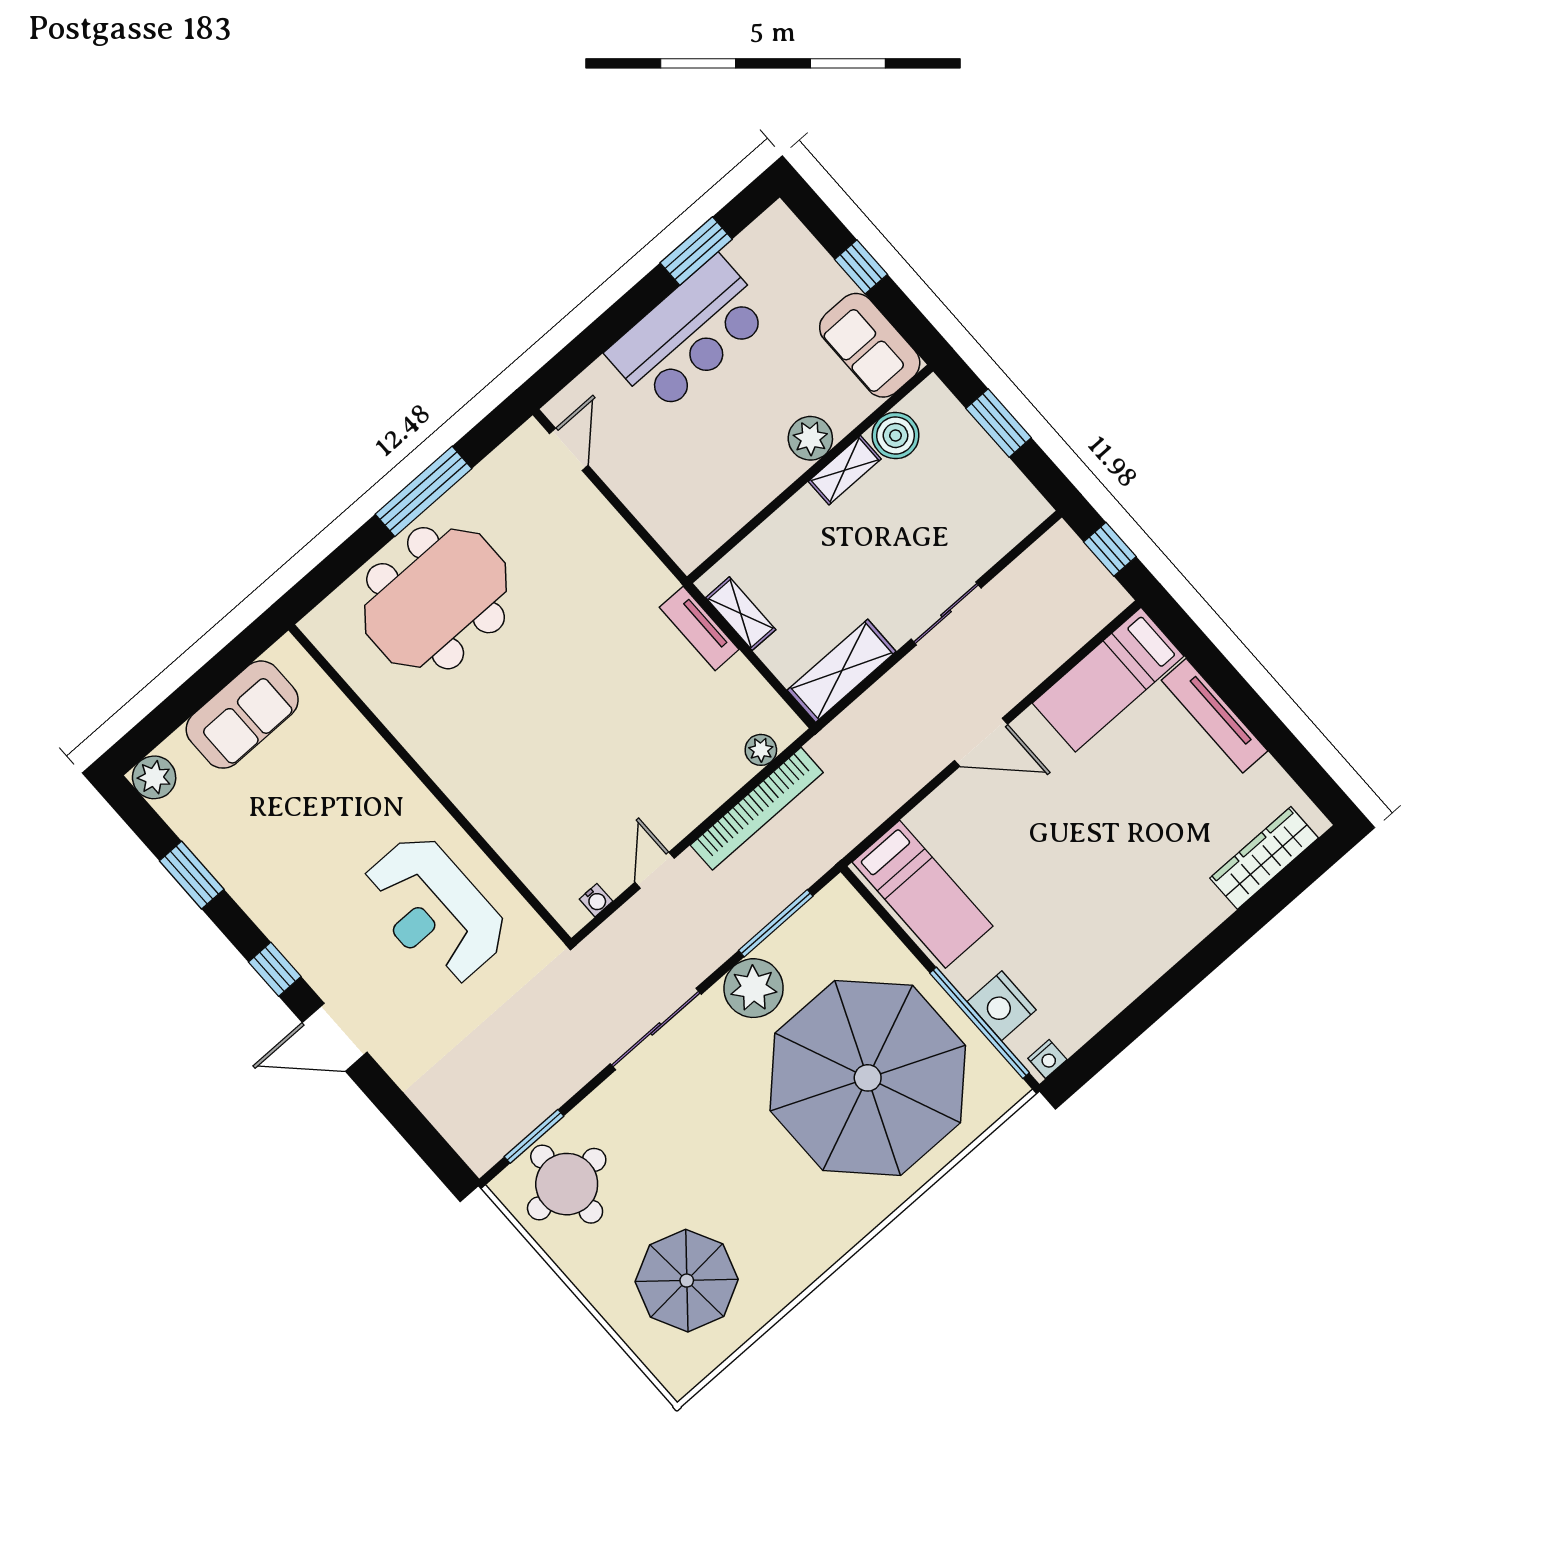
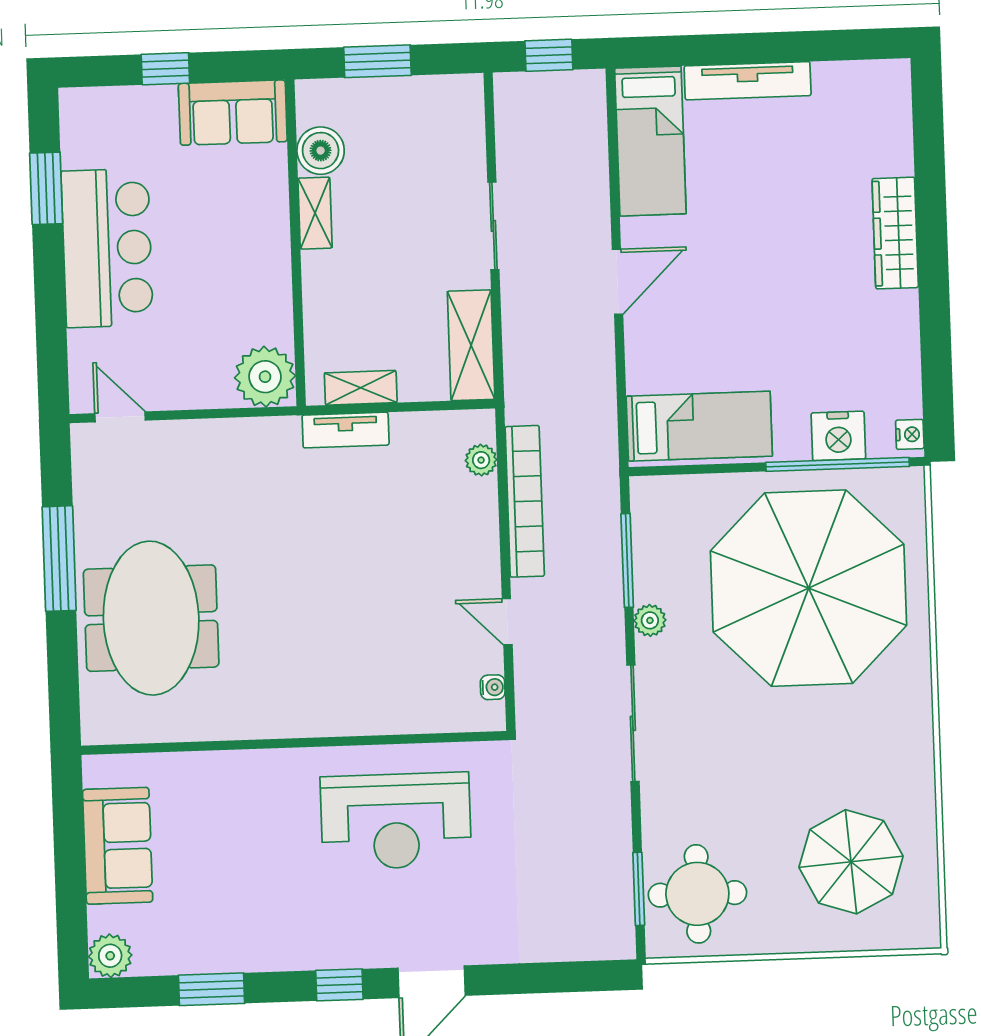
plant: (810, 438) -> (265, 377), moved, width x1.36, depth x1.36
wardrobe: (1264, 858) -> (895, 233), moved
plant: (754, 988) -> (650, 620), width x0.53, depth x0.53

